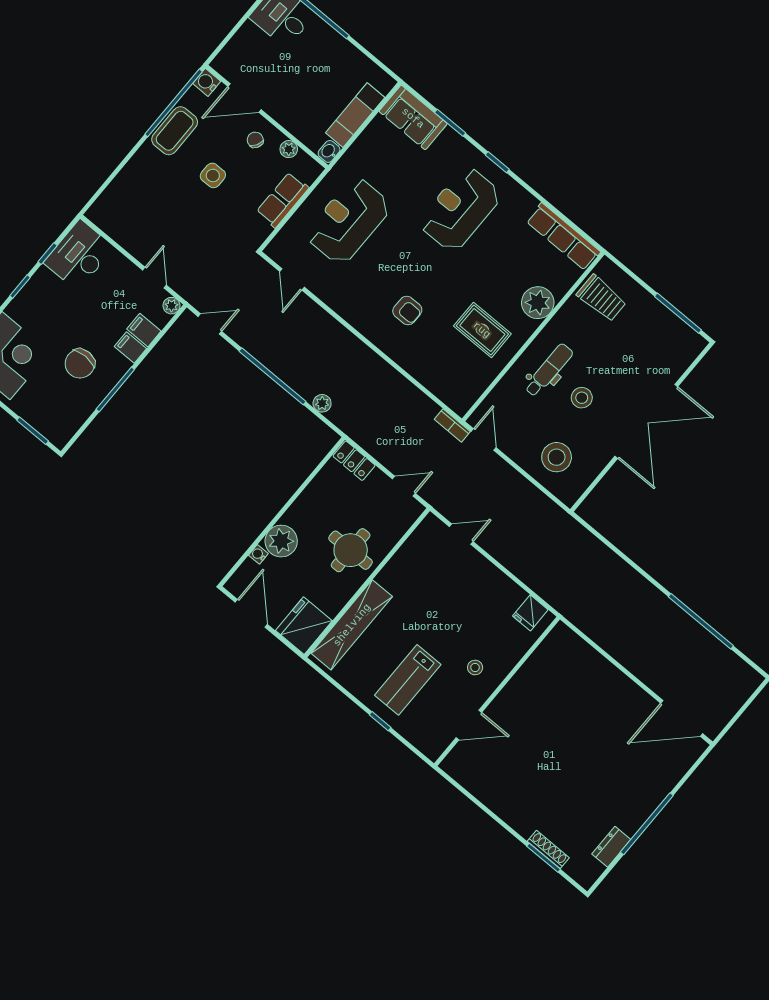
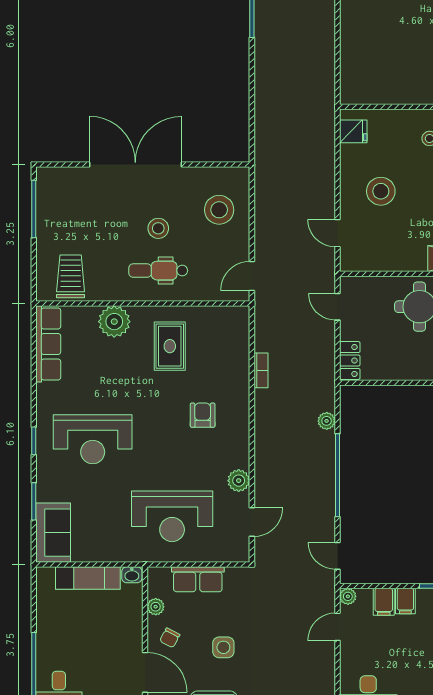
plant: (333, 296) -> (239, 481), added
bookcase: (452, 425) -> (261, 370), moved
stool: (466, 595) -> (381, 191), added

